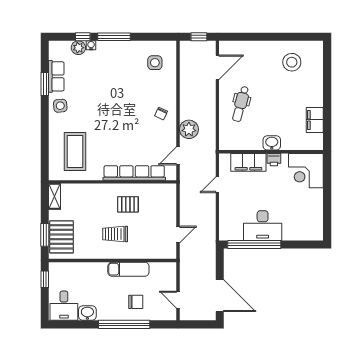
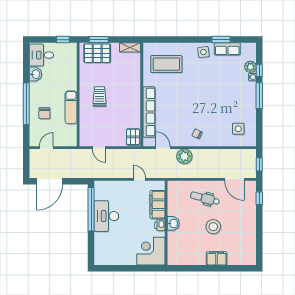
window: (241, 37) -> (259, 198), added
stool: (292, 62) -> (213, 227), moved
filing cabinet: (315, 120) -> (217, 258), moved
pallet: (128, 204) -> (133, 137), moved

